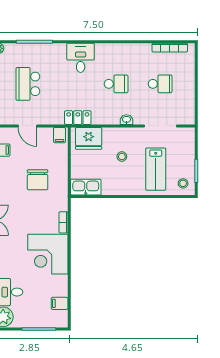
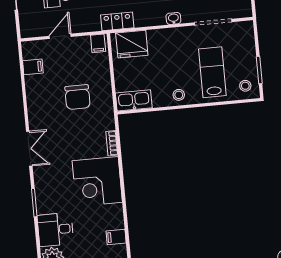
door: (27, 126) -> (60, 36), swing flipped
stool: (122, 156) -> (179, 95), moved
lab bench: (156, 169) -> (212, 72), turned 180

